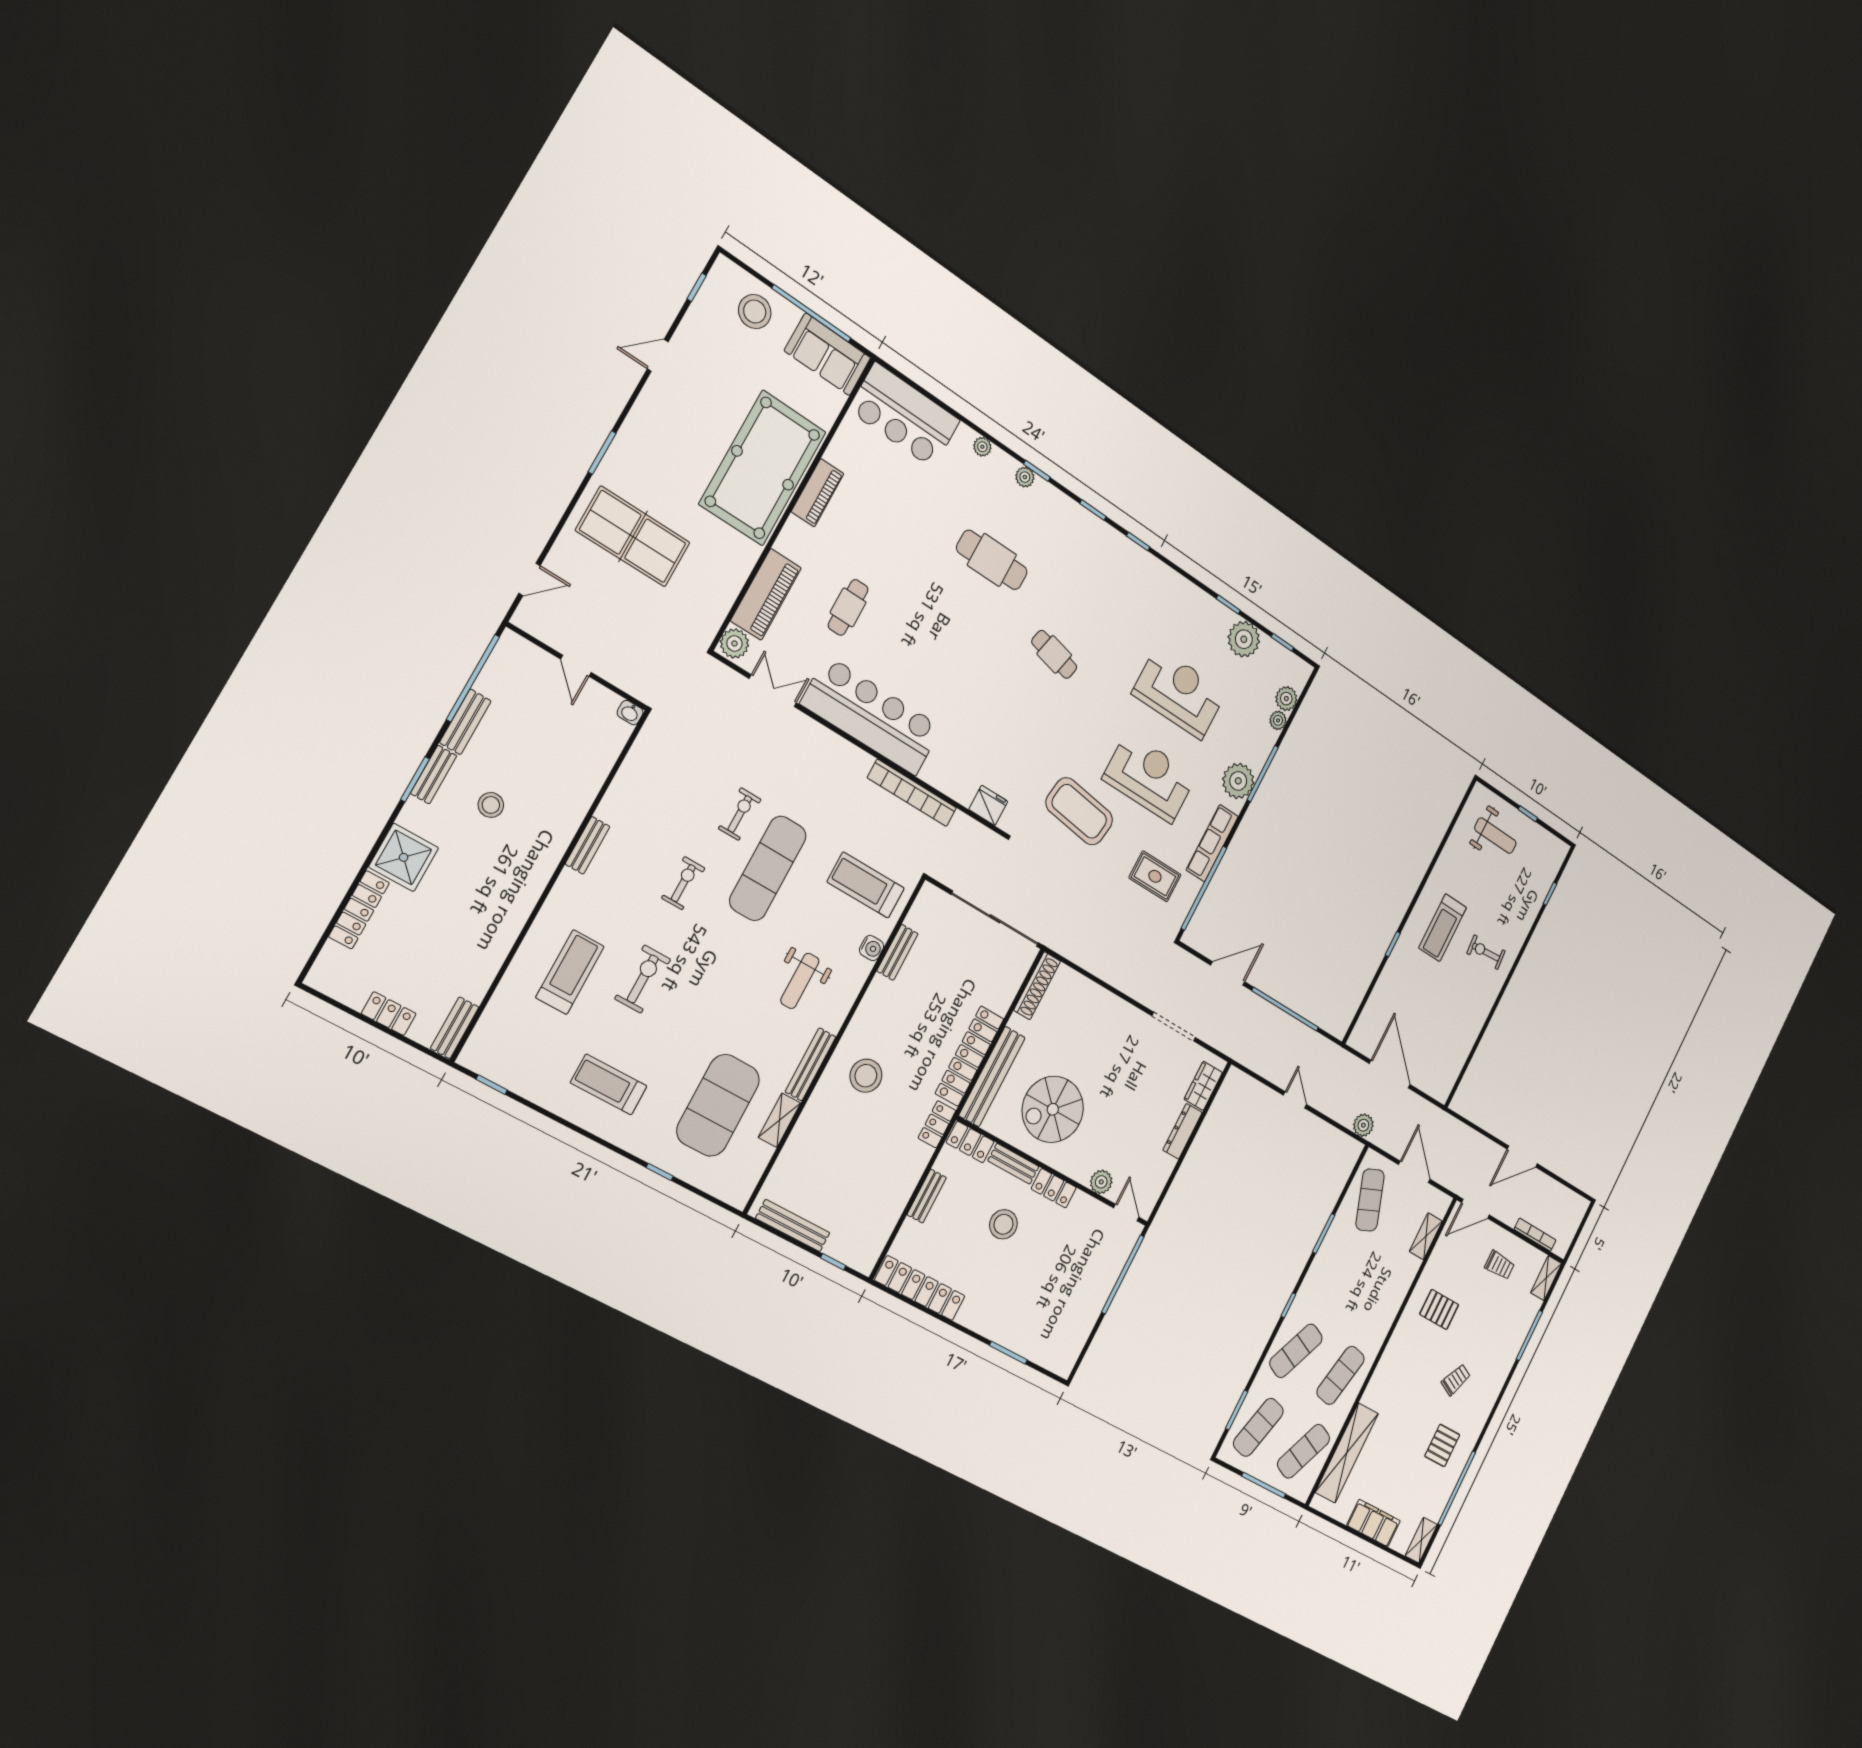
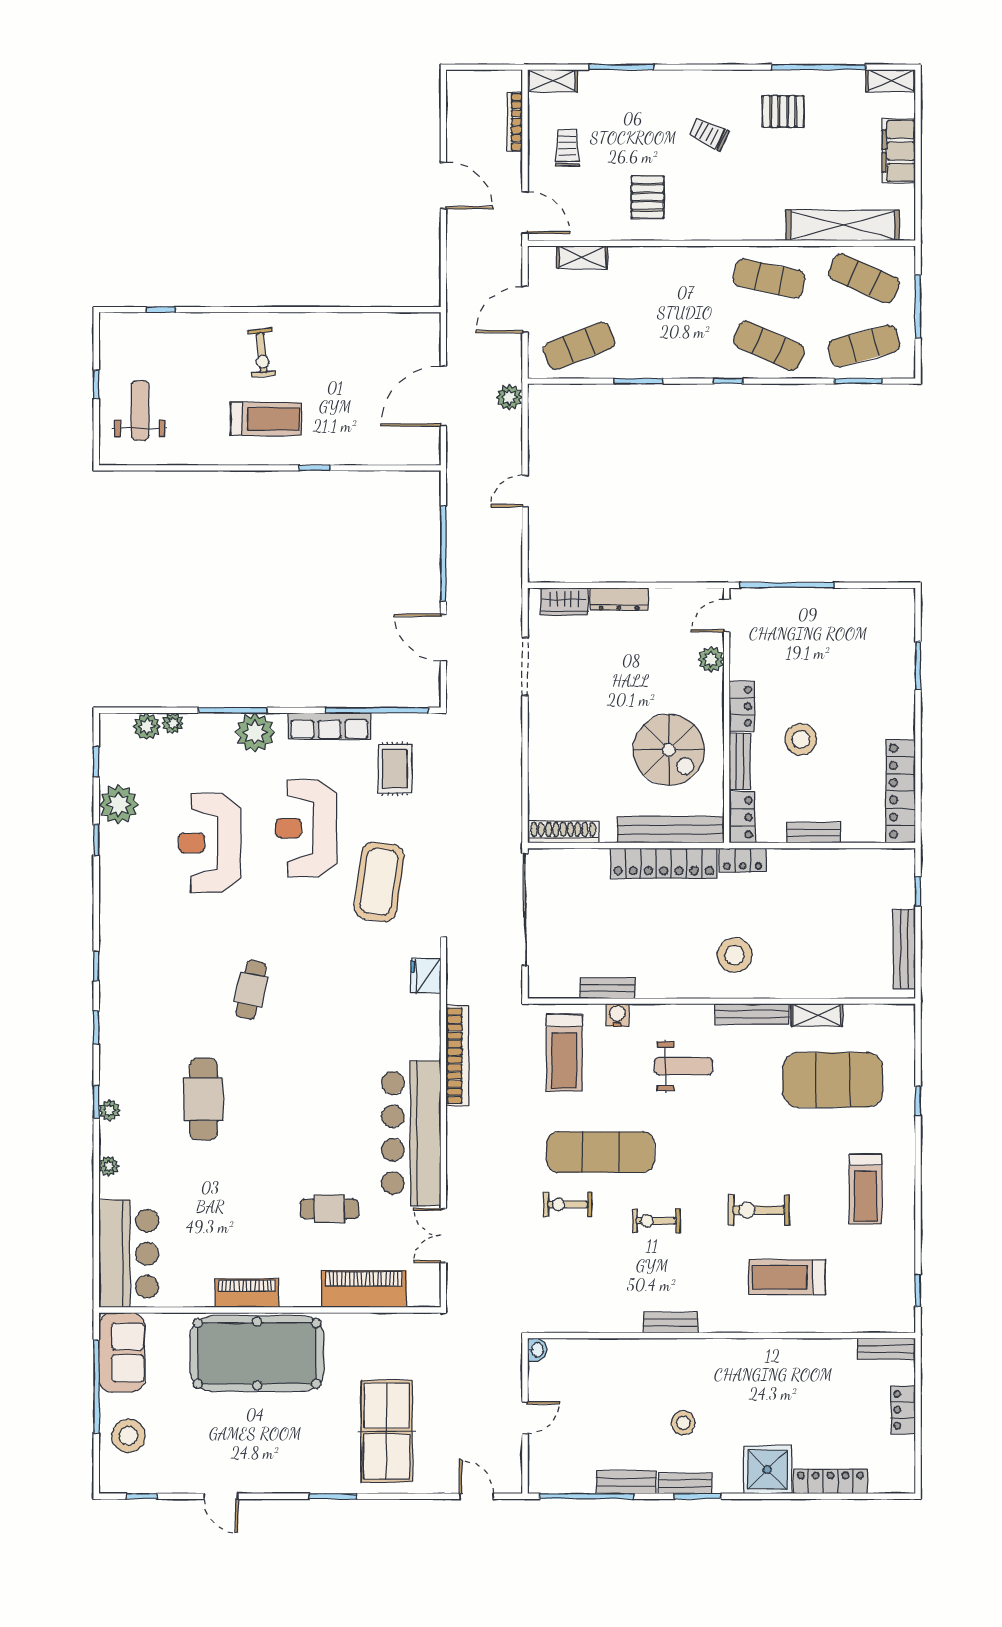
plant: (734, 643) -> (423, 1293), removed
exercise mat: (1258, 1427) -> (864, 346), turned -30

